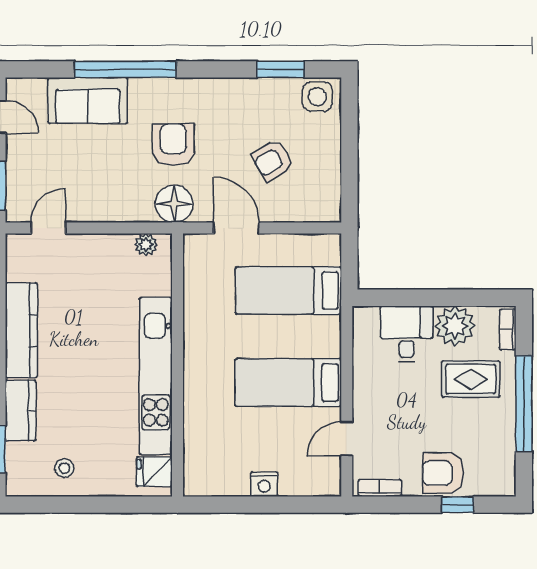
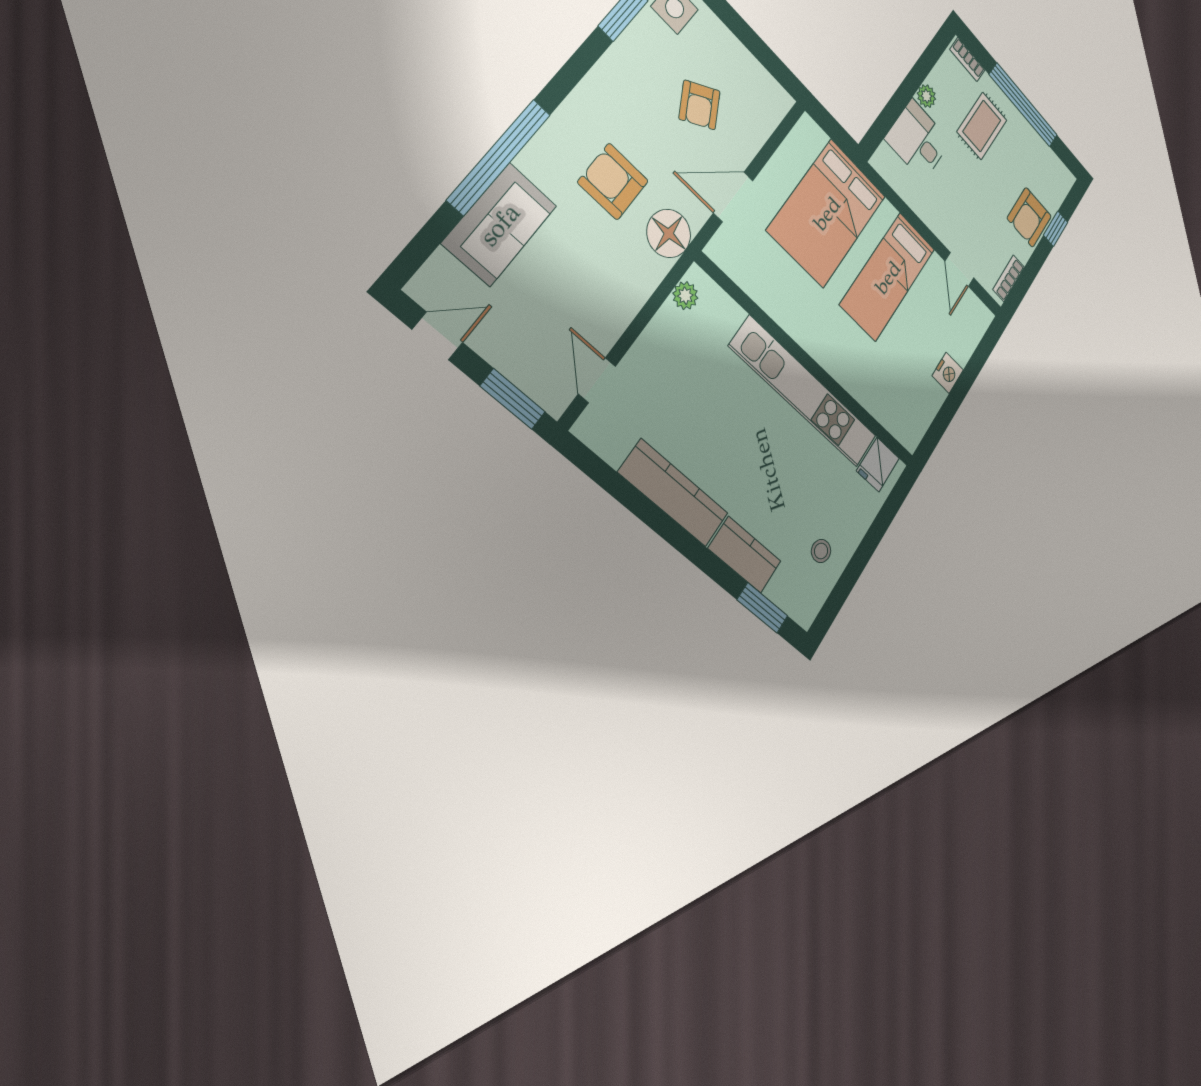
bed: (288, 290) -> (827, 213), width x1.50
plant: (455, 326) -> (926, 96), width x0.53, depth x0.53

